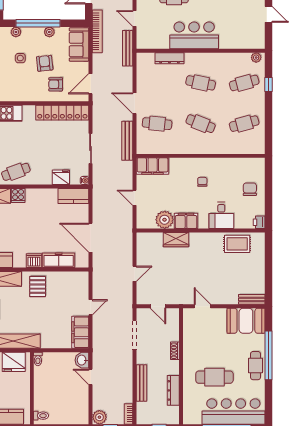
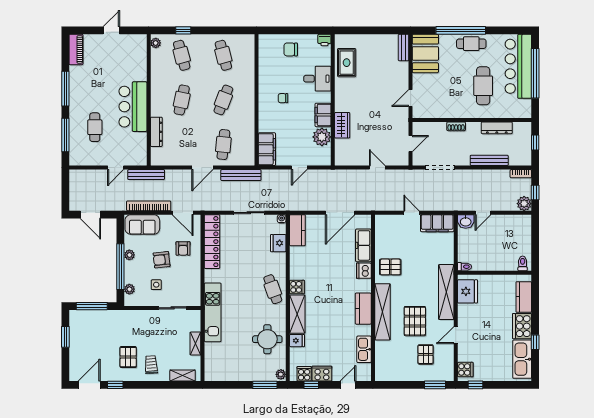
bookcase: (97, 31) -> (149, 206), moved

